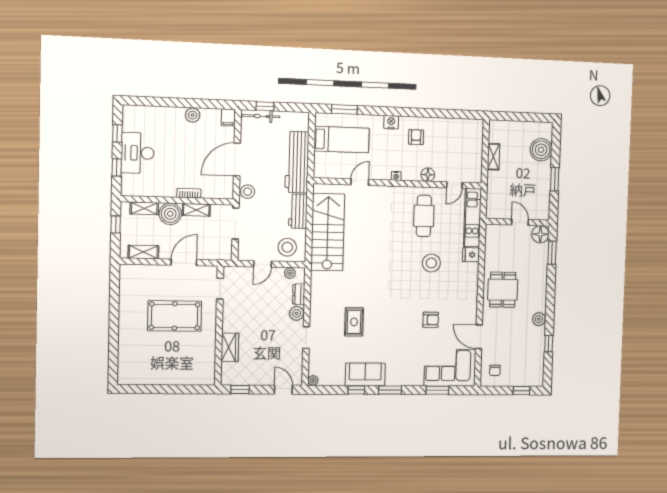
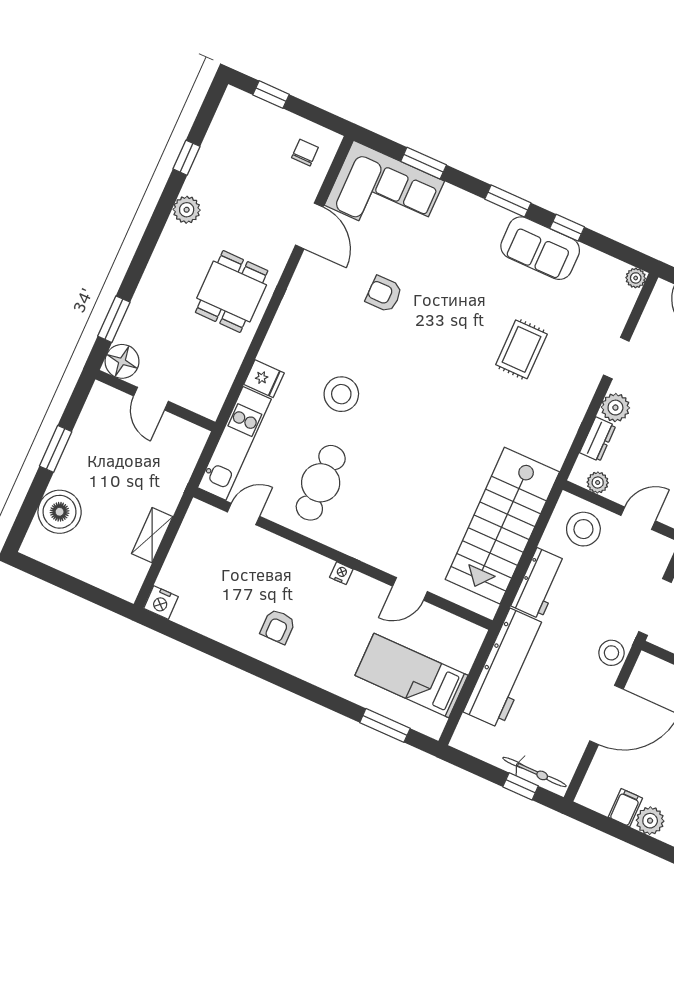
filing cabinet: (228, 117) -> (625, 808), moved
nightstand: (391, 122) -> (161, 603), moved
floor lamp: (428, 175) -> (284, 552), removed

